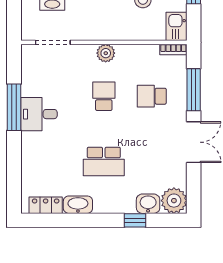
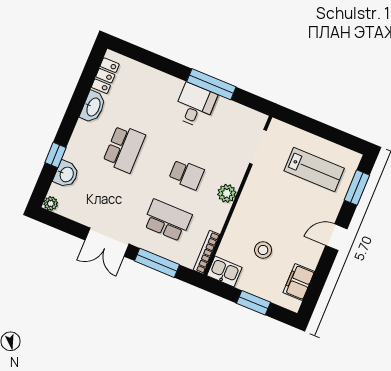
bookcase: (173, 49) -> (206, 252), width x1.56
school desk: (152, 96) -> (167, 220), width x1.85
school desk: (104, 161) -> (124, 149), turned 180
plant: (174, 201) -> (51, 203), width x0.53, depth x0.53

